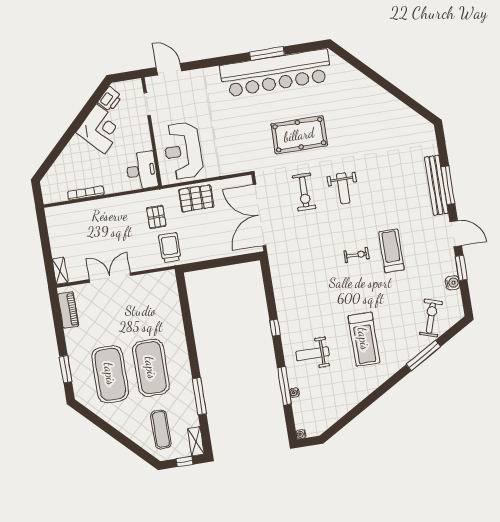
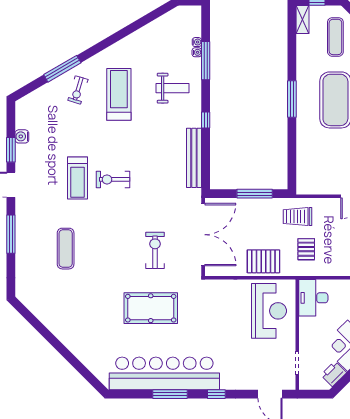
window: (221, 61) -> (216, 394), added
exercise mat: (392, 180) -> (66, 249), added
bench: (436, 185) -> (194, 158), moved
weight bench: (343, 188) -> (115, 248), removed
trolley: (170, 248) -> (298, 217), turned 90
exercise bike: (356, 255) -> (113, 179), width x1.38, depth x1.39
window: (215, 263) -> (255, 194), added
exercise bike: (431, 318) -> (78, 90), moved, width x0.73, depth x0.72
window: (199, 396) -> (292, 99), moved
water cooler: (301, 434) -> (197, 42), moved

